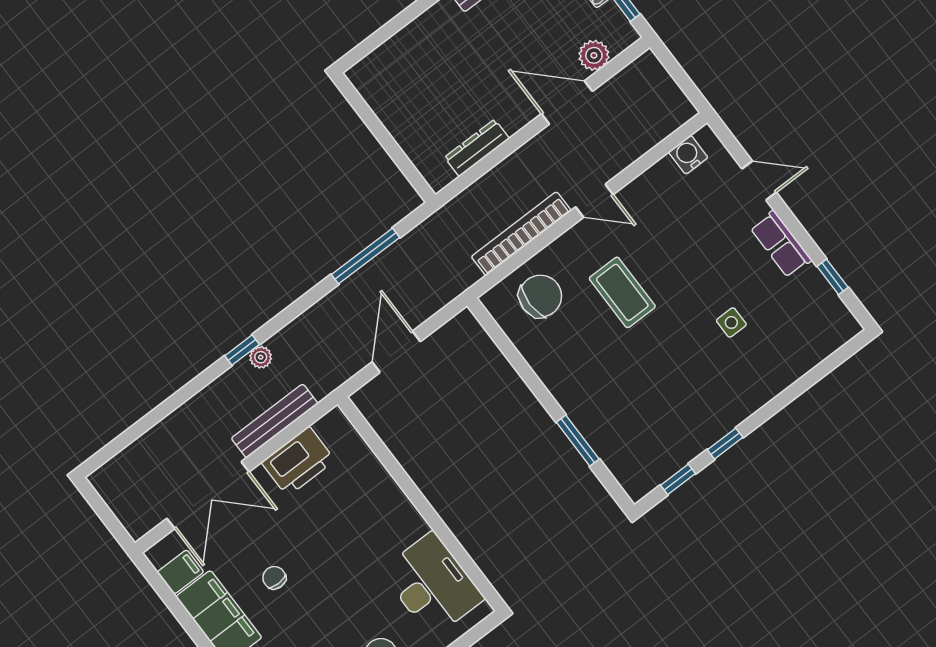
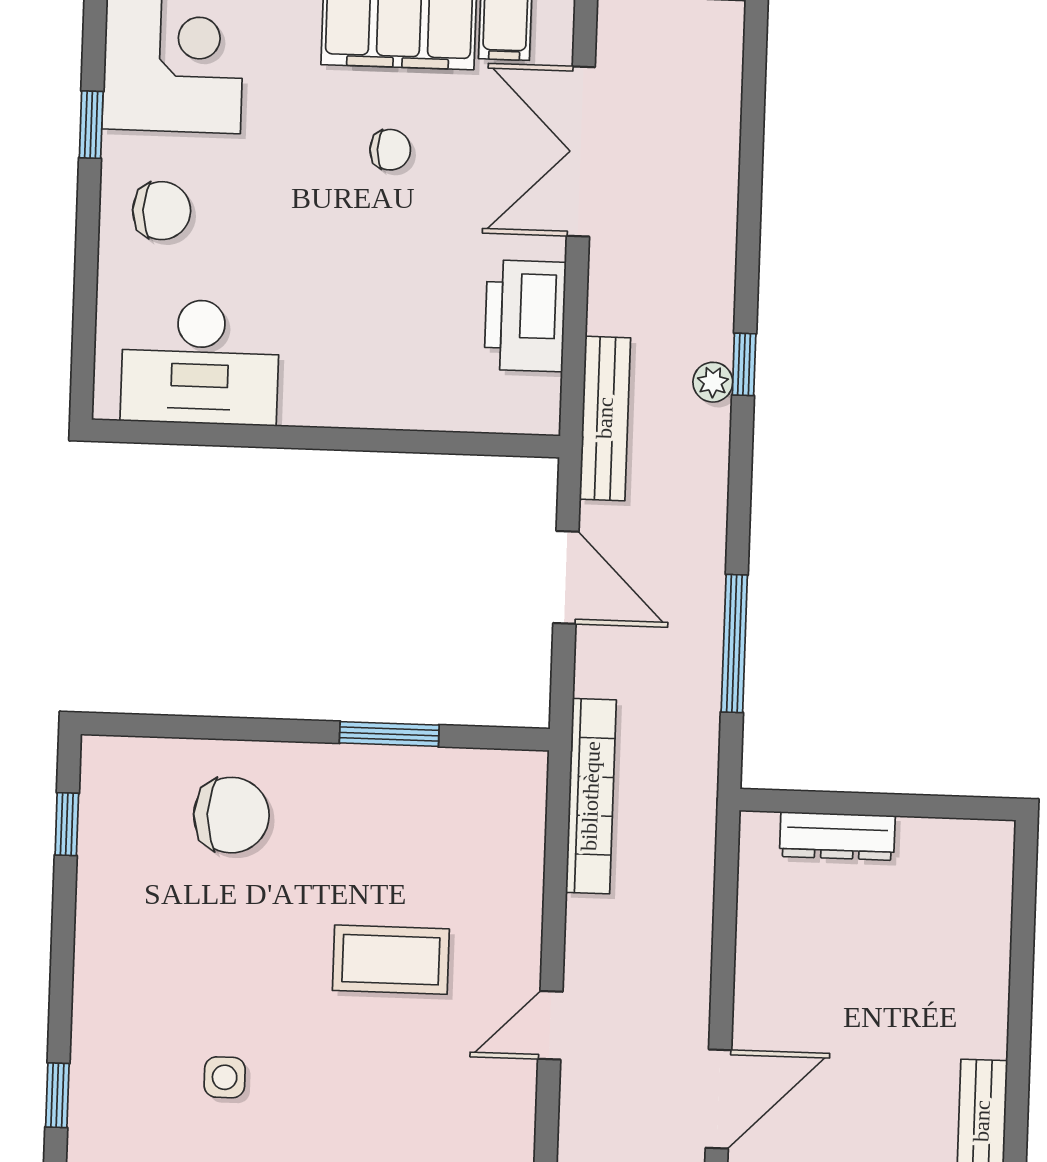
dresser: (477, 148) -> (837, 836), moved, turned 90
bookcase: (521, 234) -> (591, 796), moved
chair: (540, 296) -> (231, 815), moved, turned -90
bench: (275, 421) -> (605, 418), moved
window: (578, 441) -> (389, 734), moved
window: (725, 444) -> (57, 1095), moved

